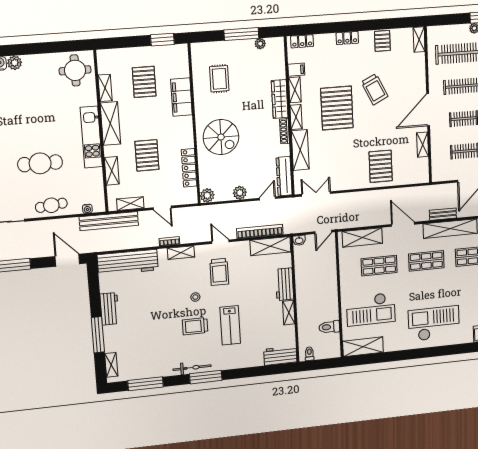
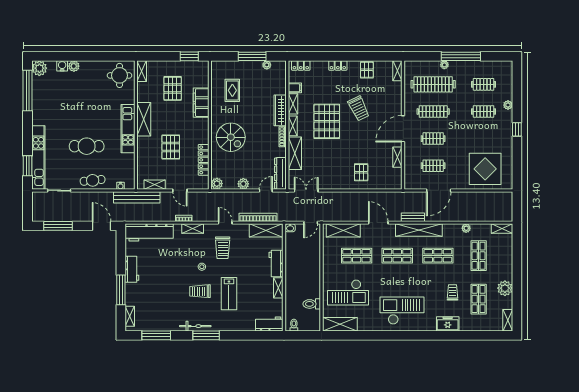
shelving: (105, 88) -> (142, 71), moved
pallet: (381, 166) -> (361, 172), width x0.67, depth x0.71
shelving: (112, 171) -> (142, 157), removed

